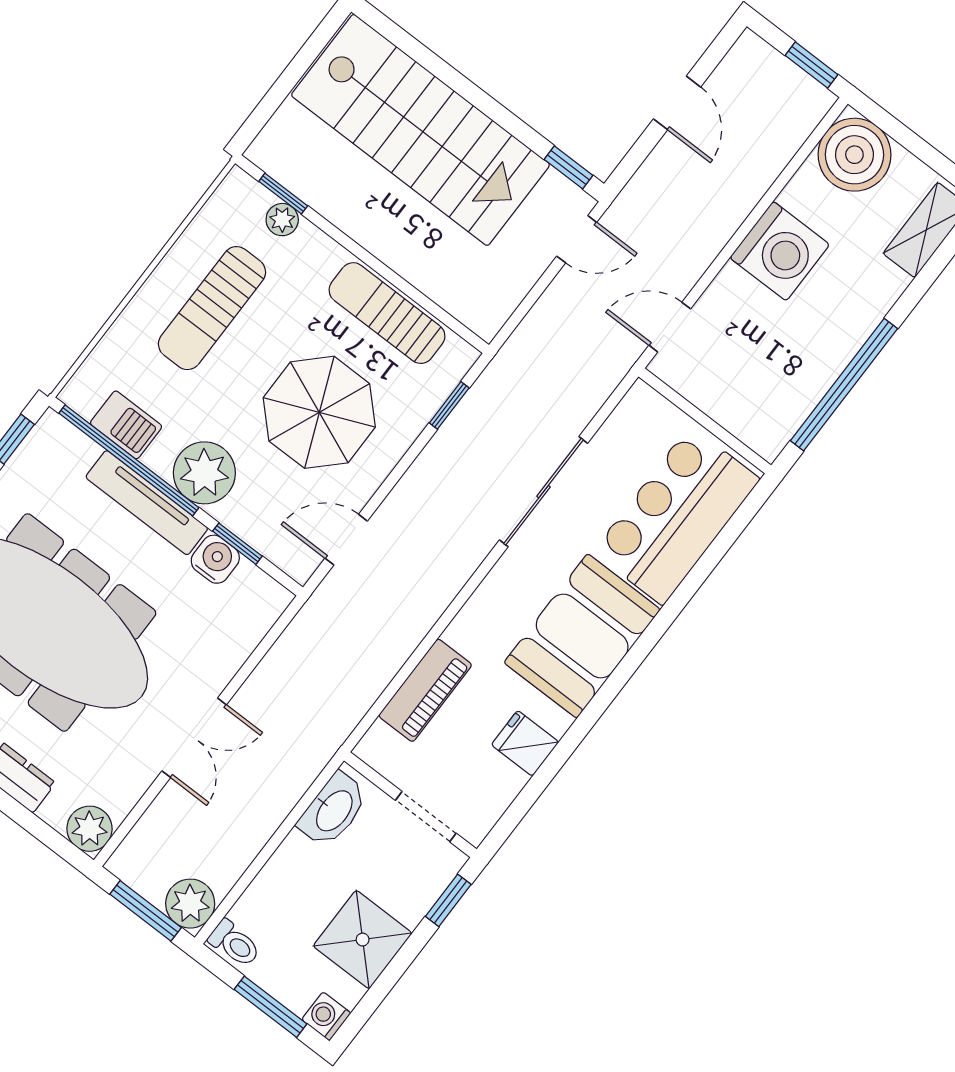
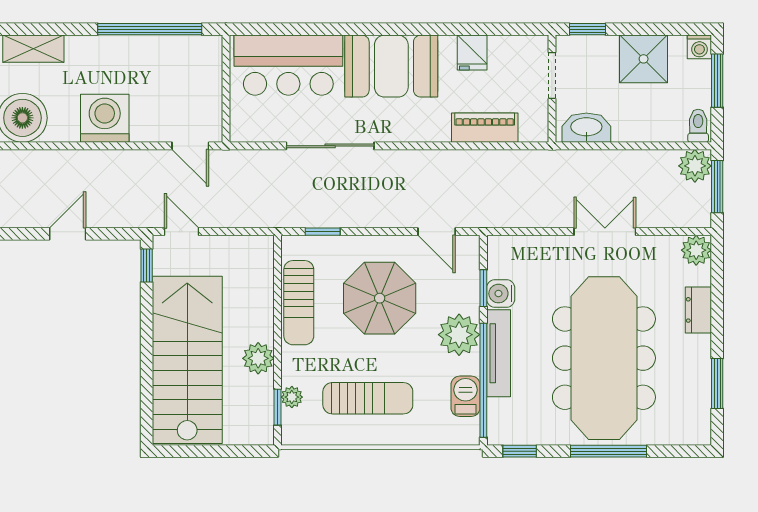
plant: (358, 215) -> (258, 358), added

